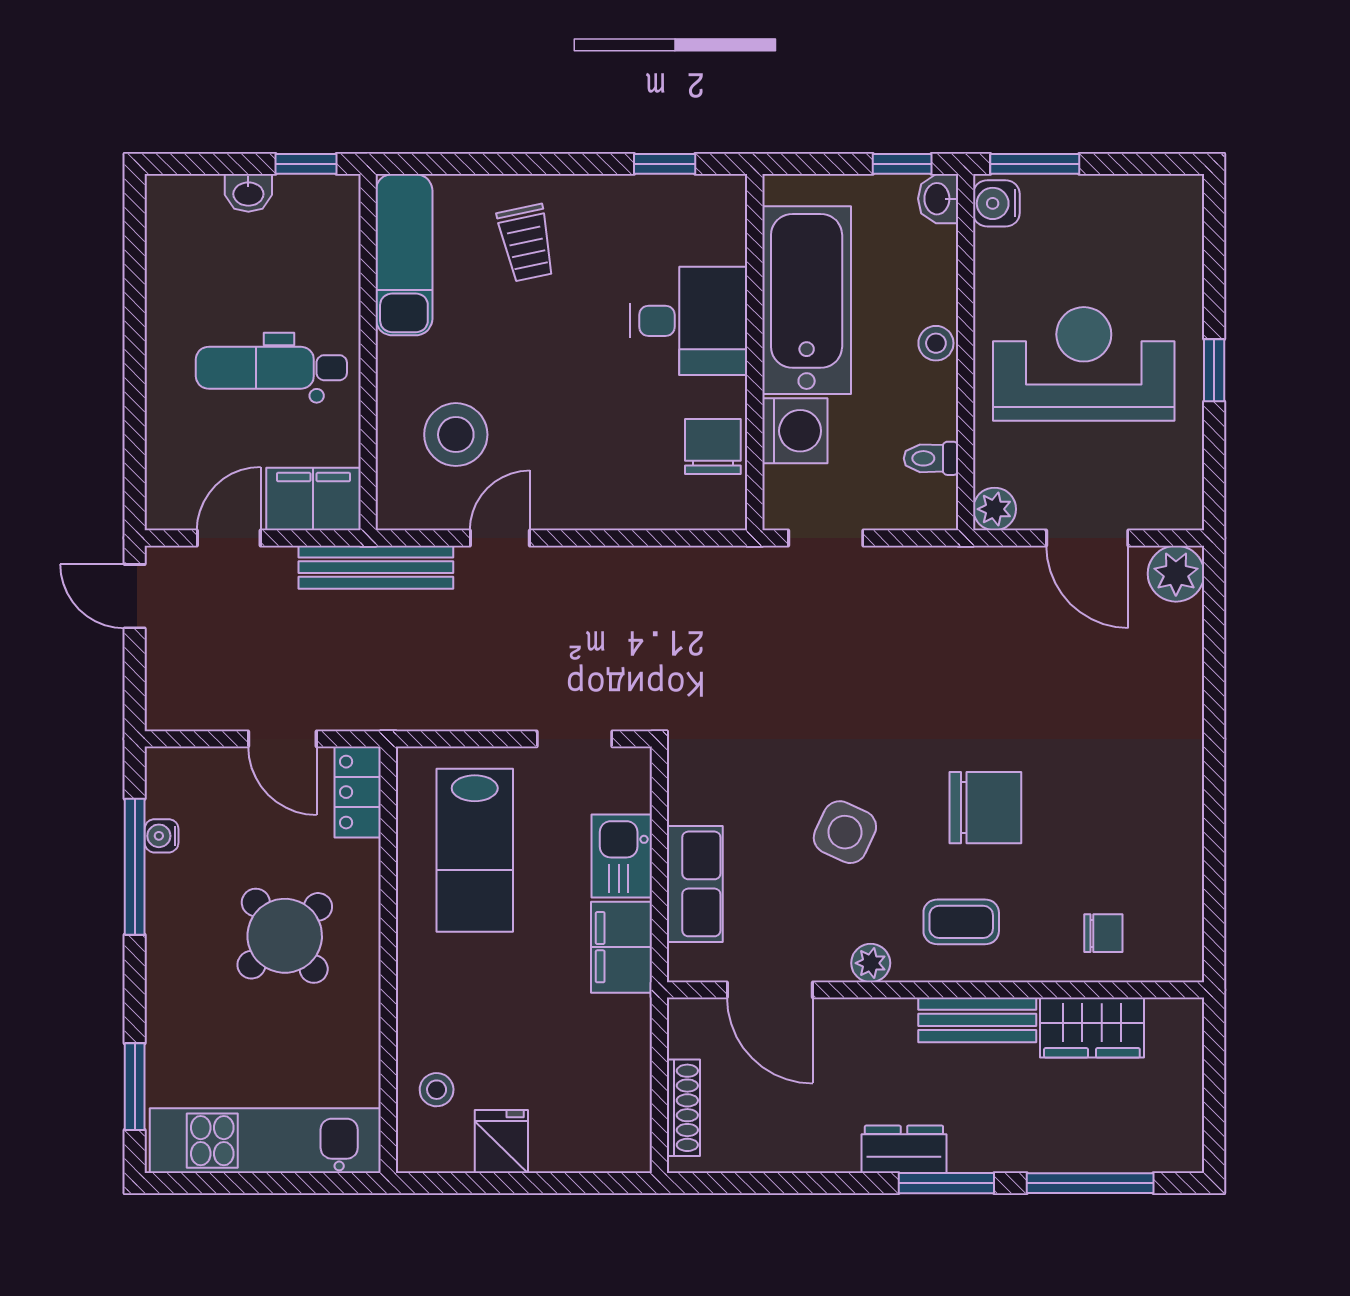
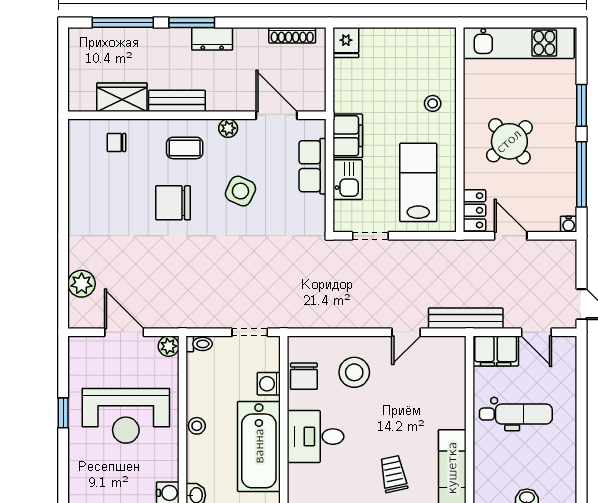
washing machine: (795, 431) -> (269, 384), width x0.73, depth x0.73
stool: (456, 435) -> (354, 372), moved
toilet: (931, 458) -> (199, 344), moved
door: (229, 538) -> (536, 332), hinge flipped
plant: (1176, 574) -> (82, 284), moved
water cooler: (162, 836) -> (569, 224), moved, turned 90
window: (135, 1087) -> (581, 105), moved
stool: (437, 1090) -> (433, 103), moved
shoe rack: (683, 1108) -> (292, 35), moved, turned -90
fridge: (501, 1142) -> (346, 43), moved

